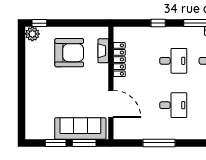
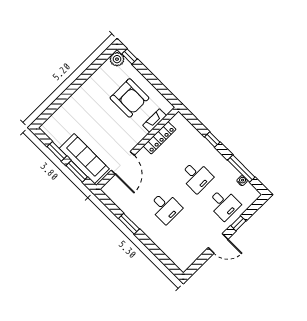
window: (159, 143) -> (129, 224), width x0.69

